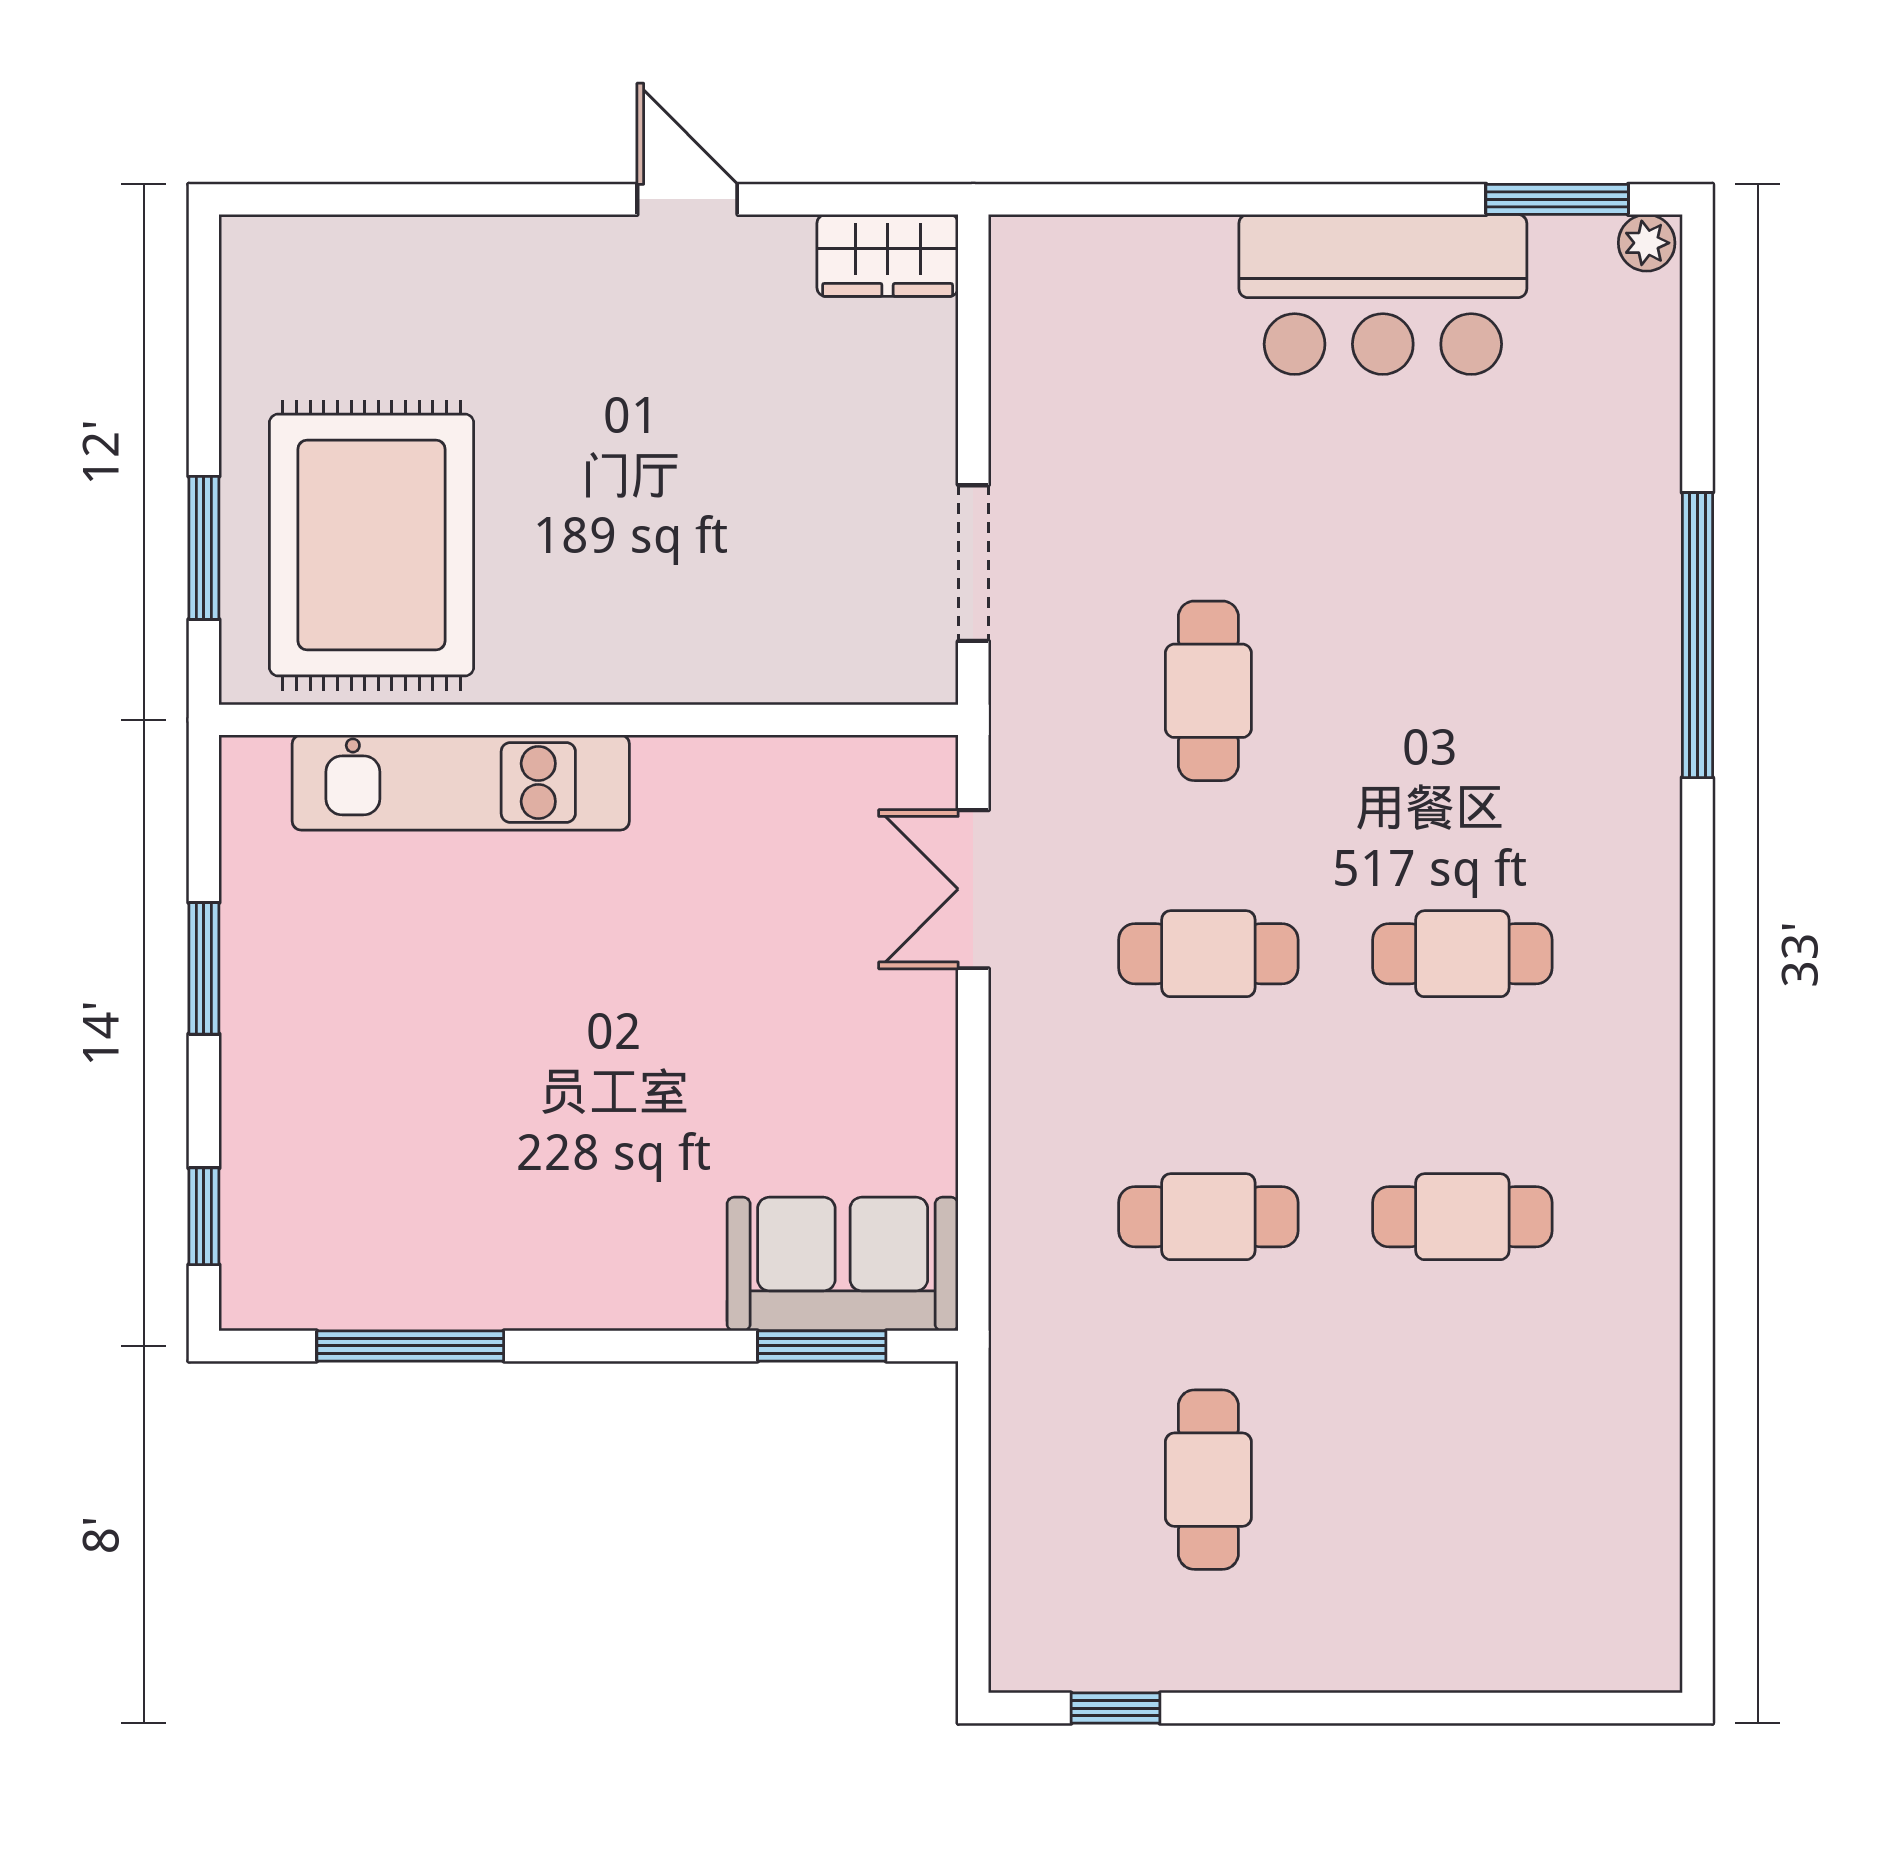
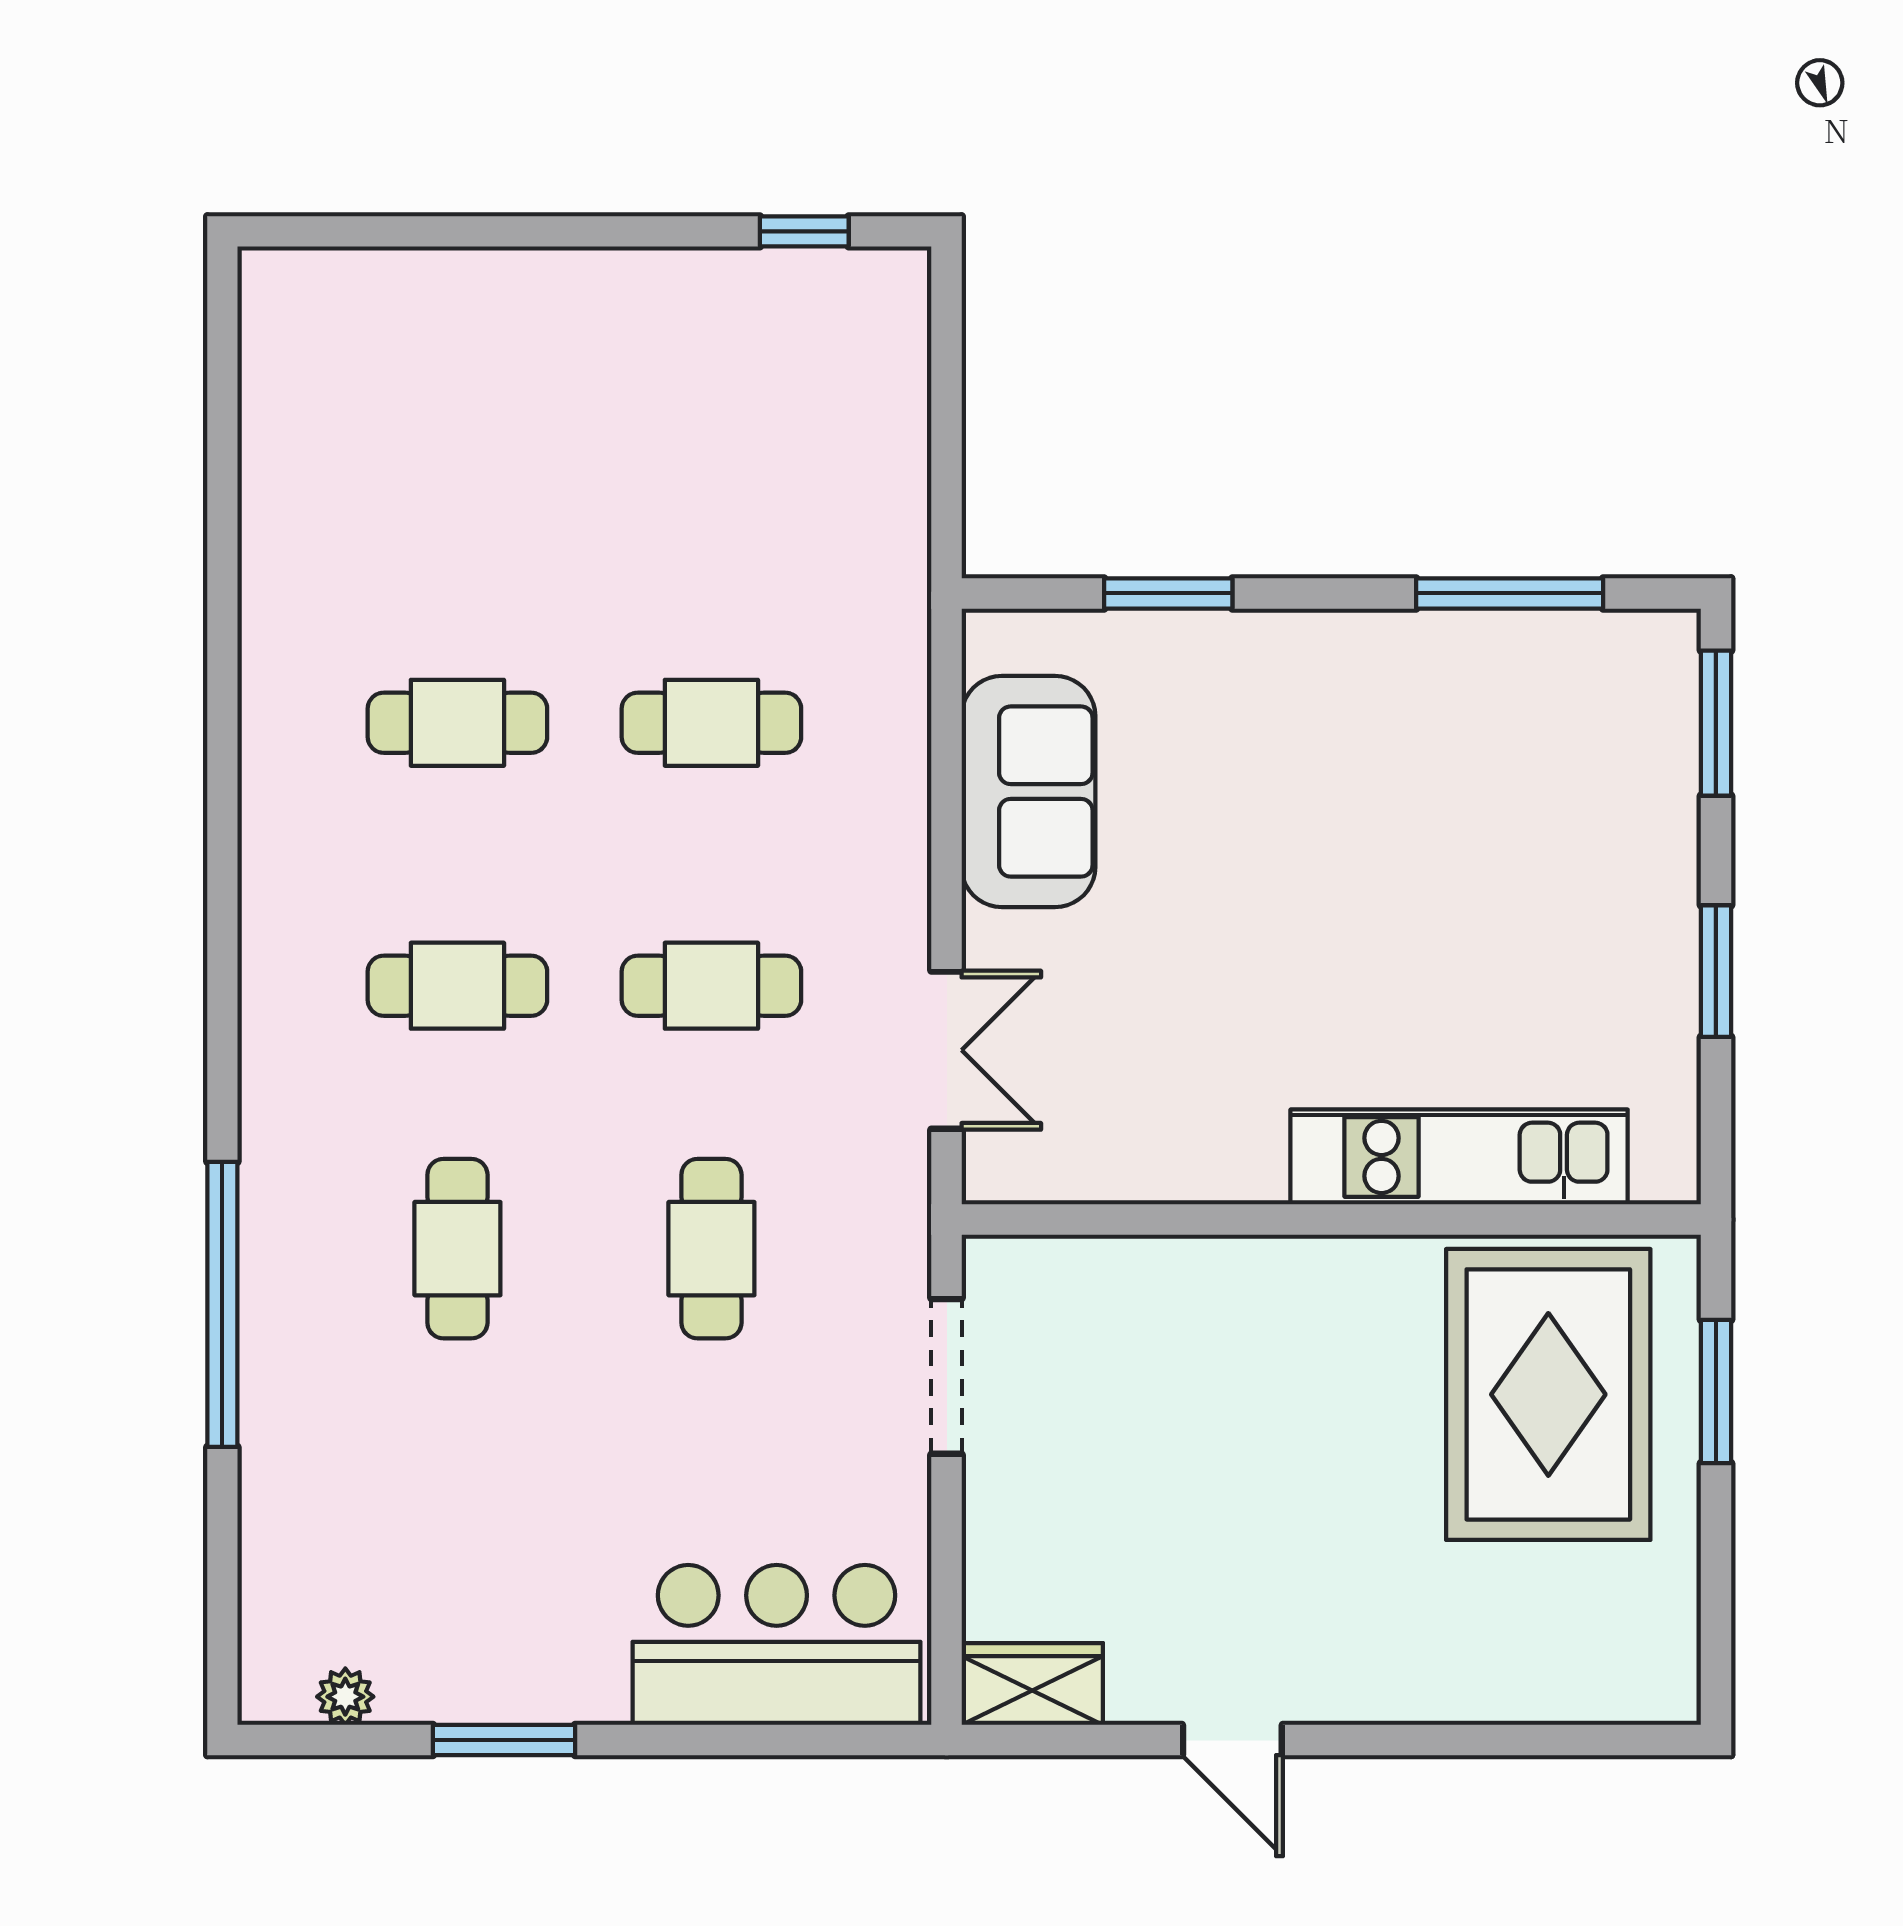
window: (1557, 199) -> (504, 1740), moved
plant: (1647, 243) -> (345, 1697), moved
bar counter: (1383, 294) -> (777, 1645), moved
window: (204, 1216) -> (1716, 723), width x1.50
sofa: (843, 1264) -> (1028, 792), moved, turned -90
window: (822, 1346) -> (1168, 593), moved
cafe table: (1208, 1480) -> (457, 1249), moved

